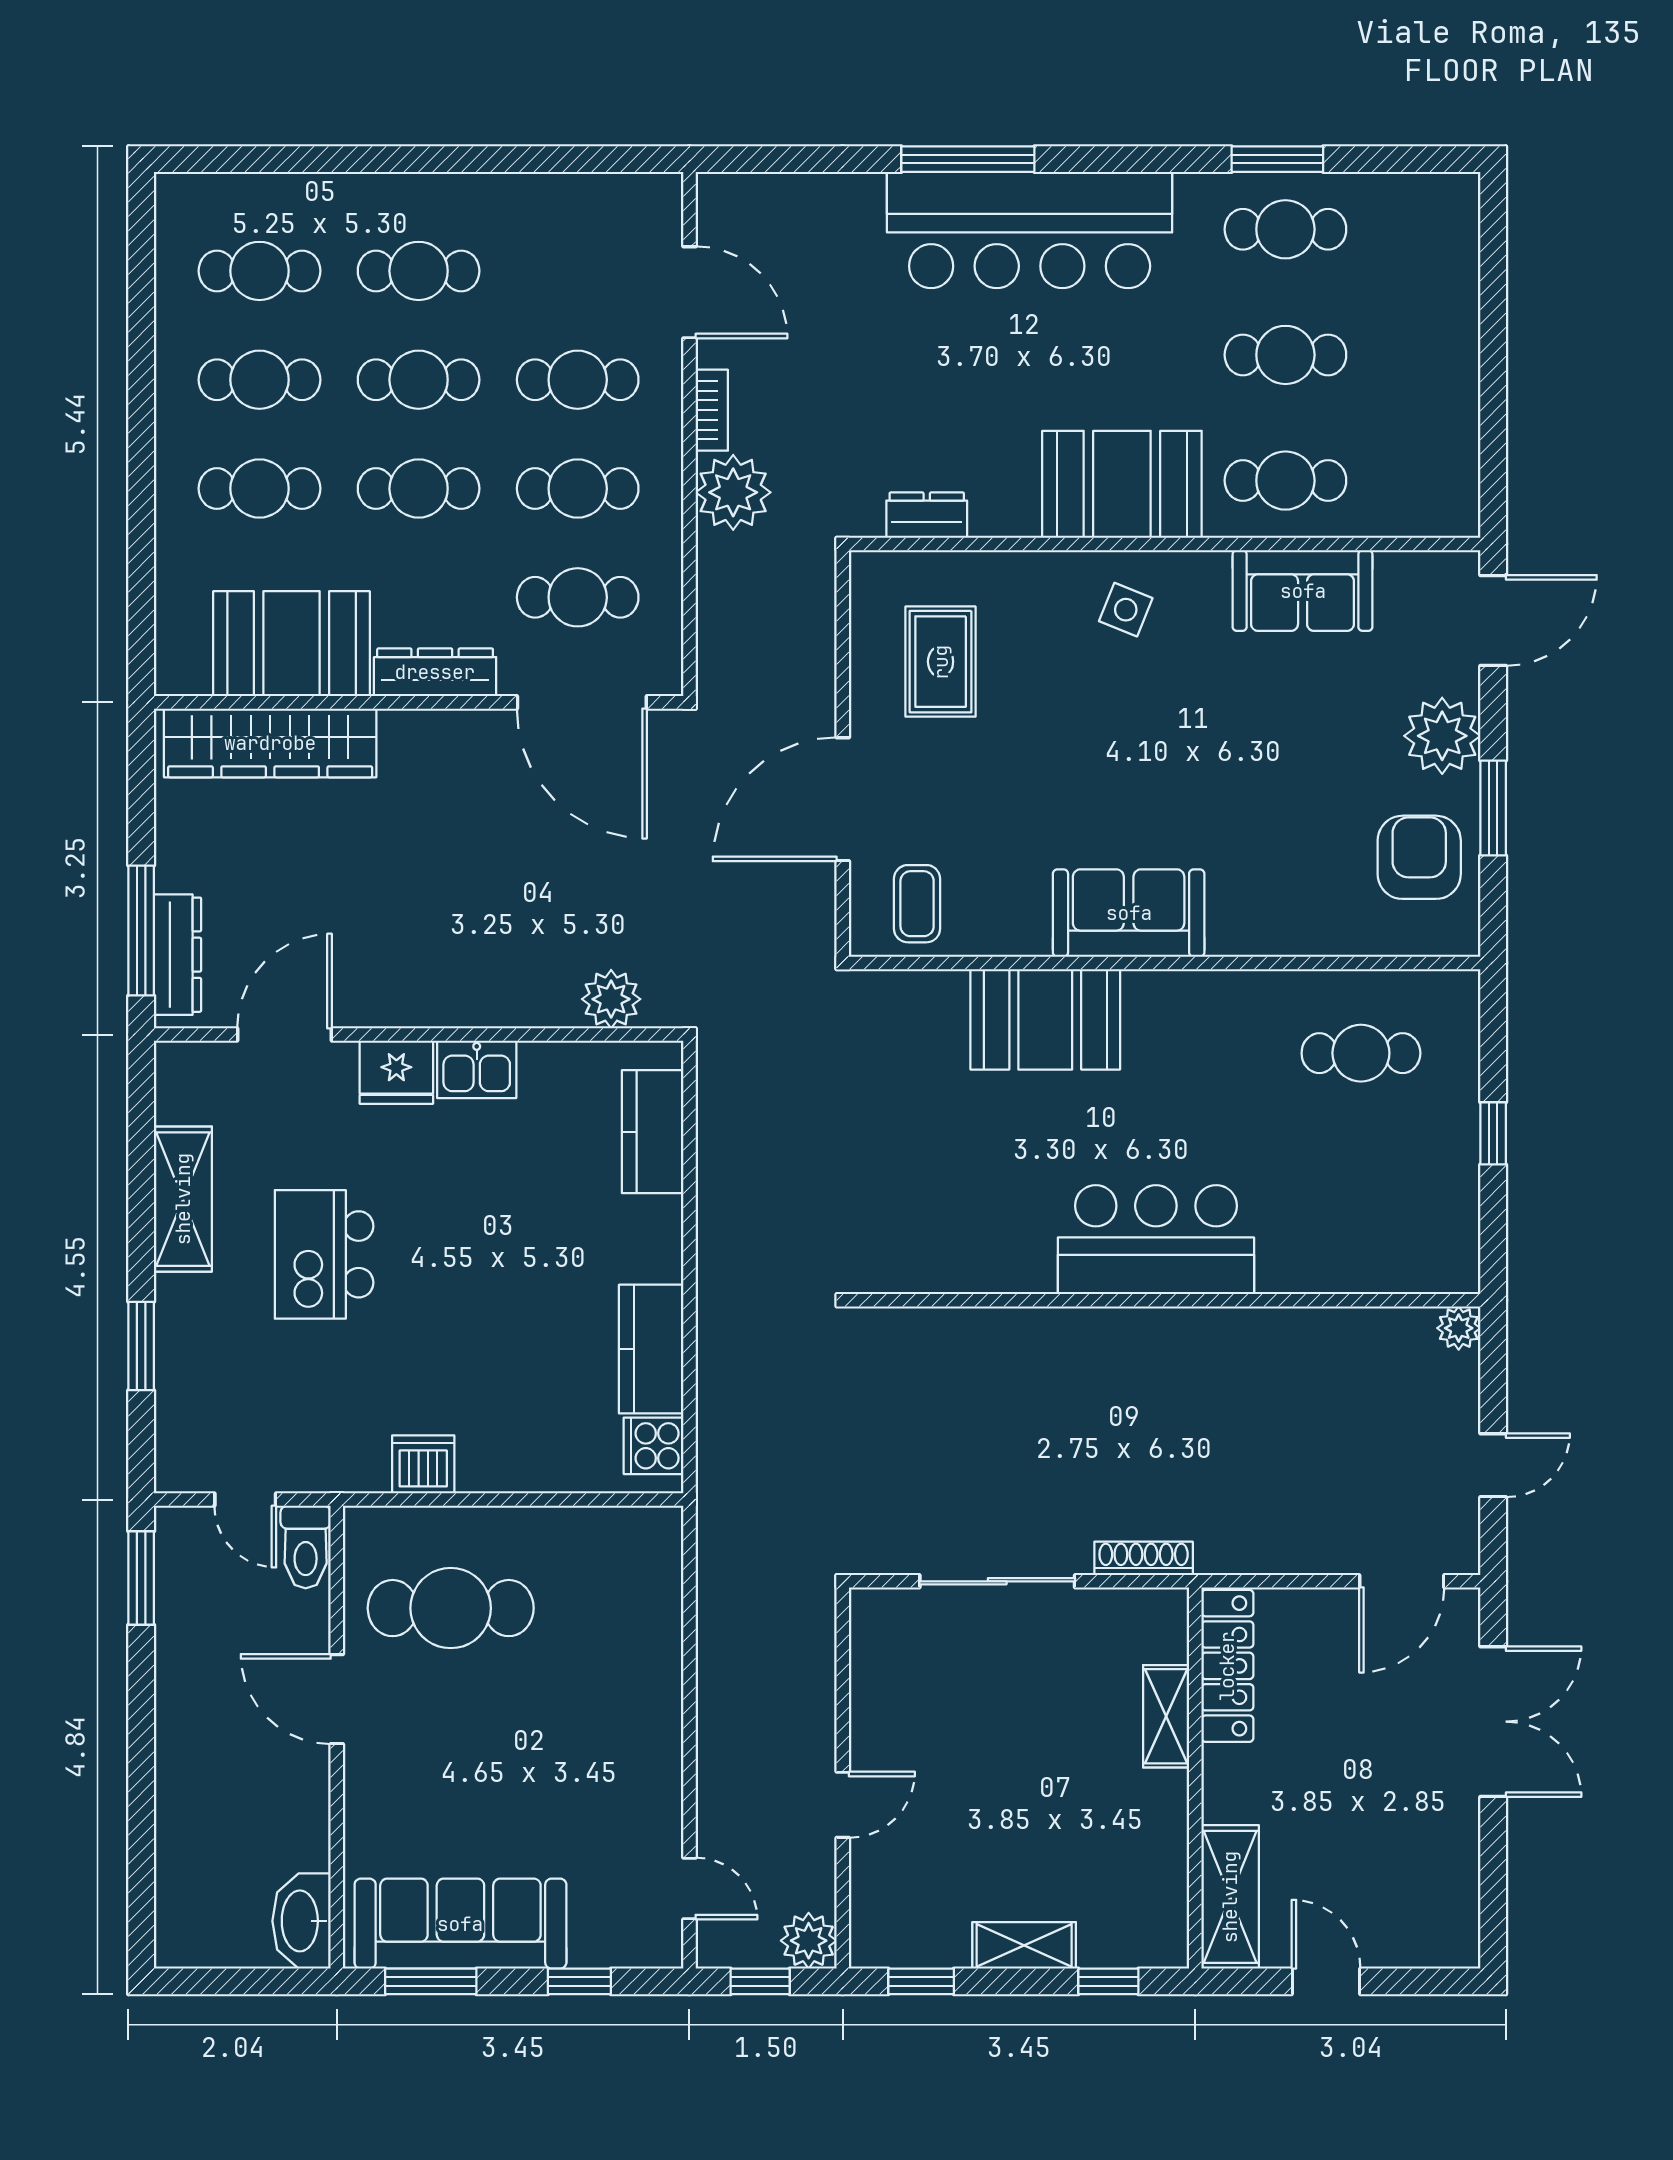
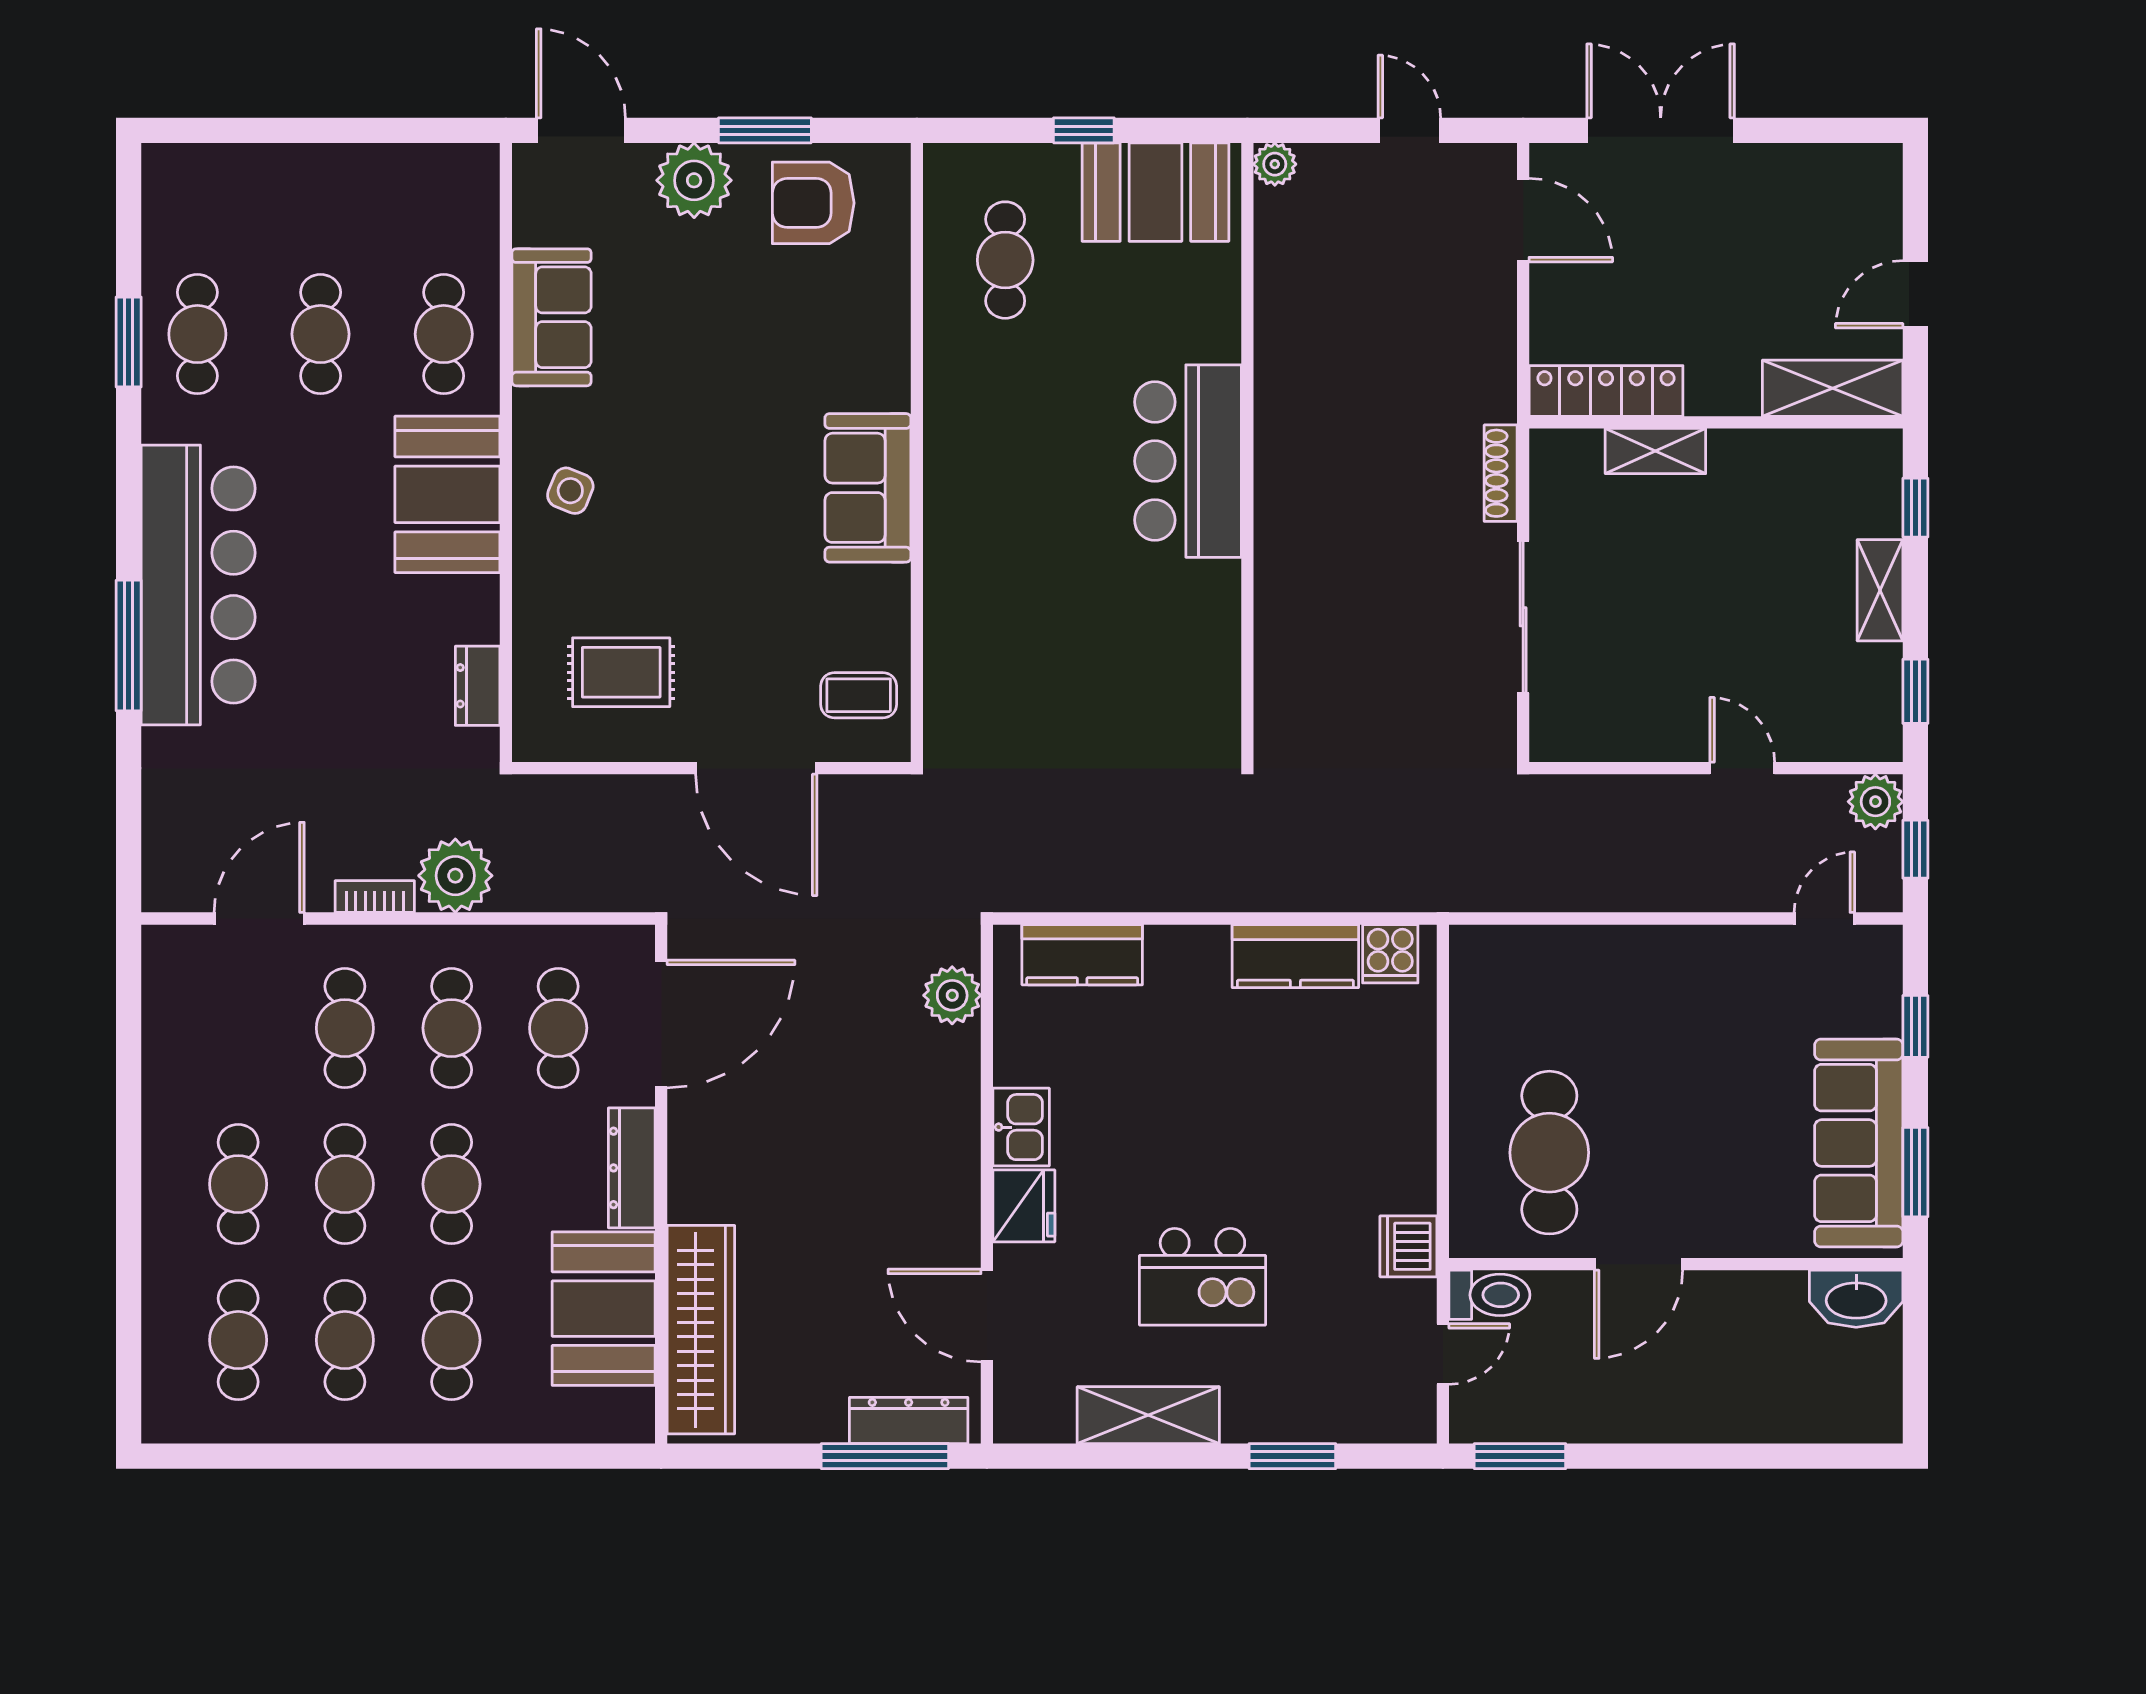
booth: (1045, 1019) -> (1155, 192), moved, turned 90
dishwasher: (423, 1464) -> (1408, 1246), moved

